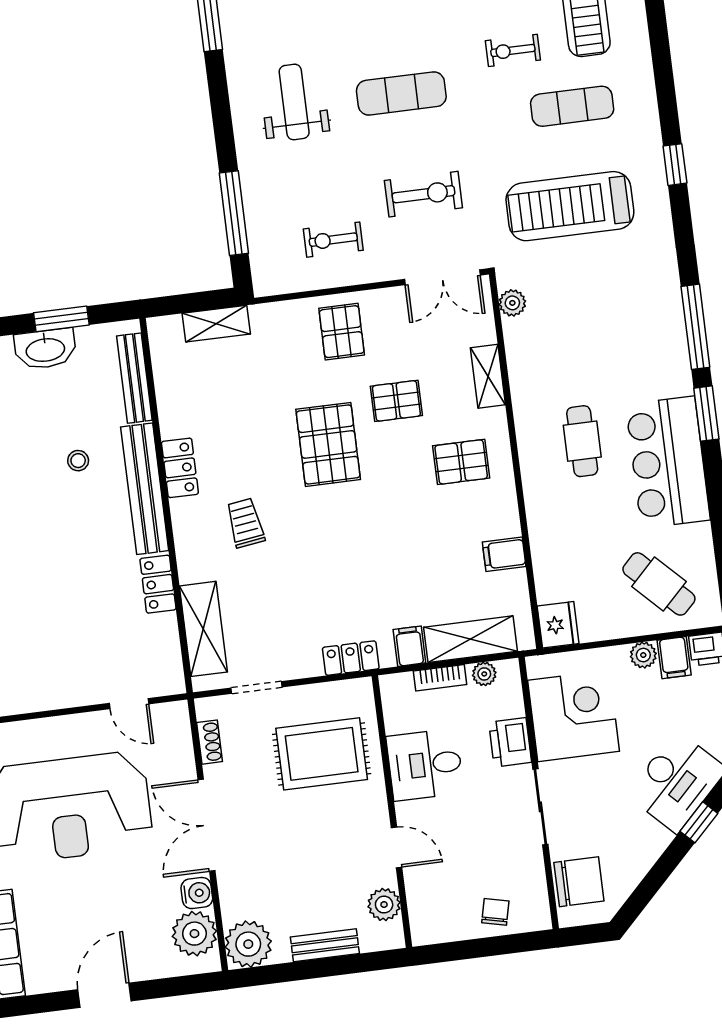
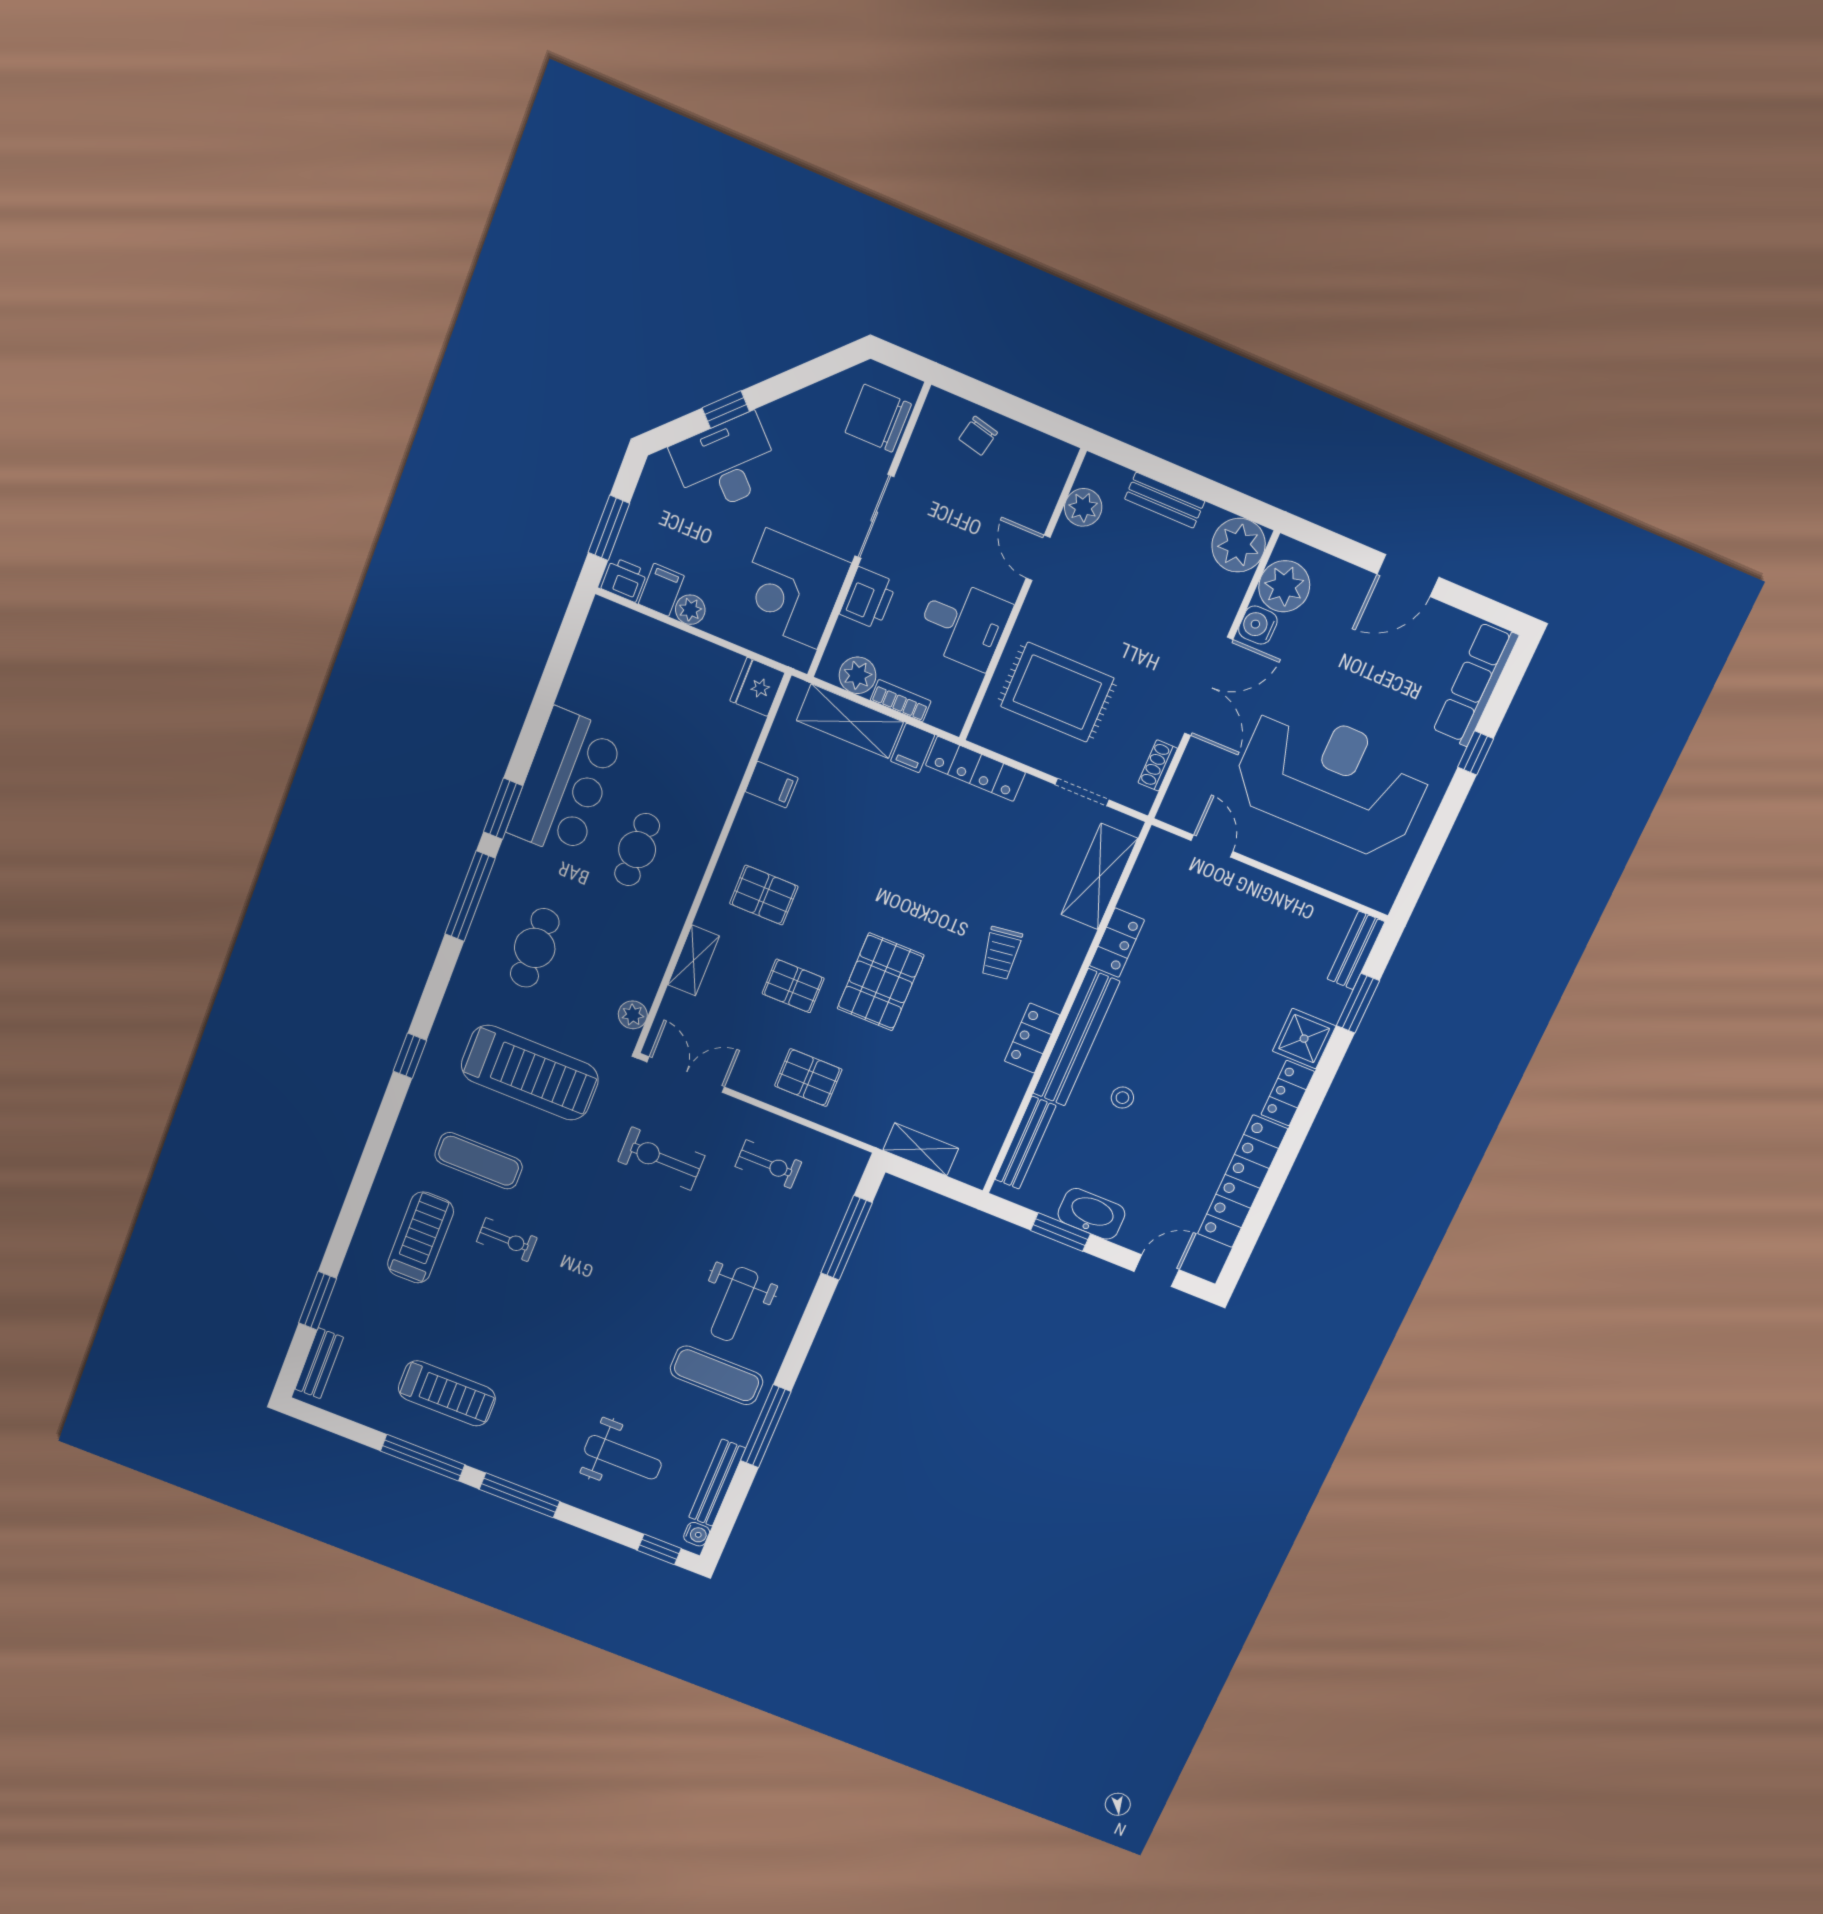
exercise mat: (401, 93) -> (717, 1375), moved
pallet: (342, 332) -> (808, 1078), turned 90
cafe table: (659, 584) -> (535, 948), moved, turned 45
locker: (351, 658) -> (976, 769), width x1.53
plant: (484, 674) -> (858, 675), width x1.38, depth x1.38

